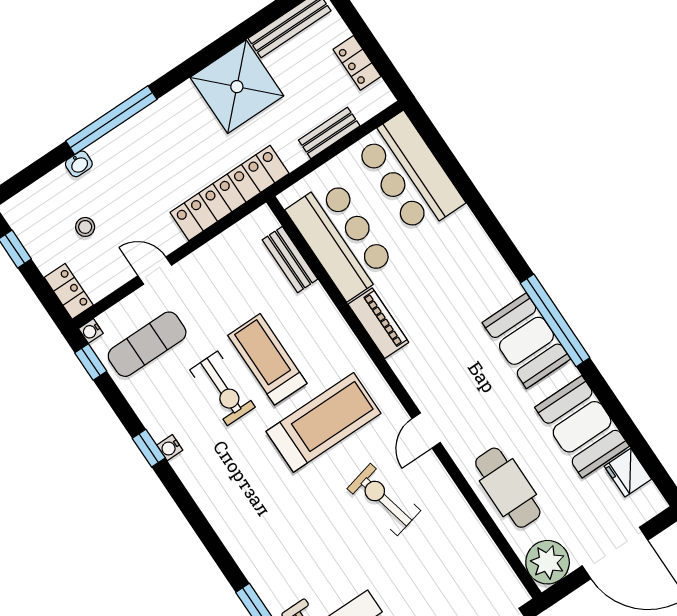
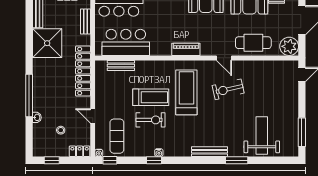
door: (155, 271) -> (93, 116), hinge flipped
piano: (378, 323) -> (186, 49), moved
treadmill: (267, 359) -> (151, 97), turned 180
door: (426, 431) -> (224, 58), moved
bench: (238, 545) -> (209, 152), added

